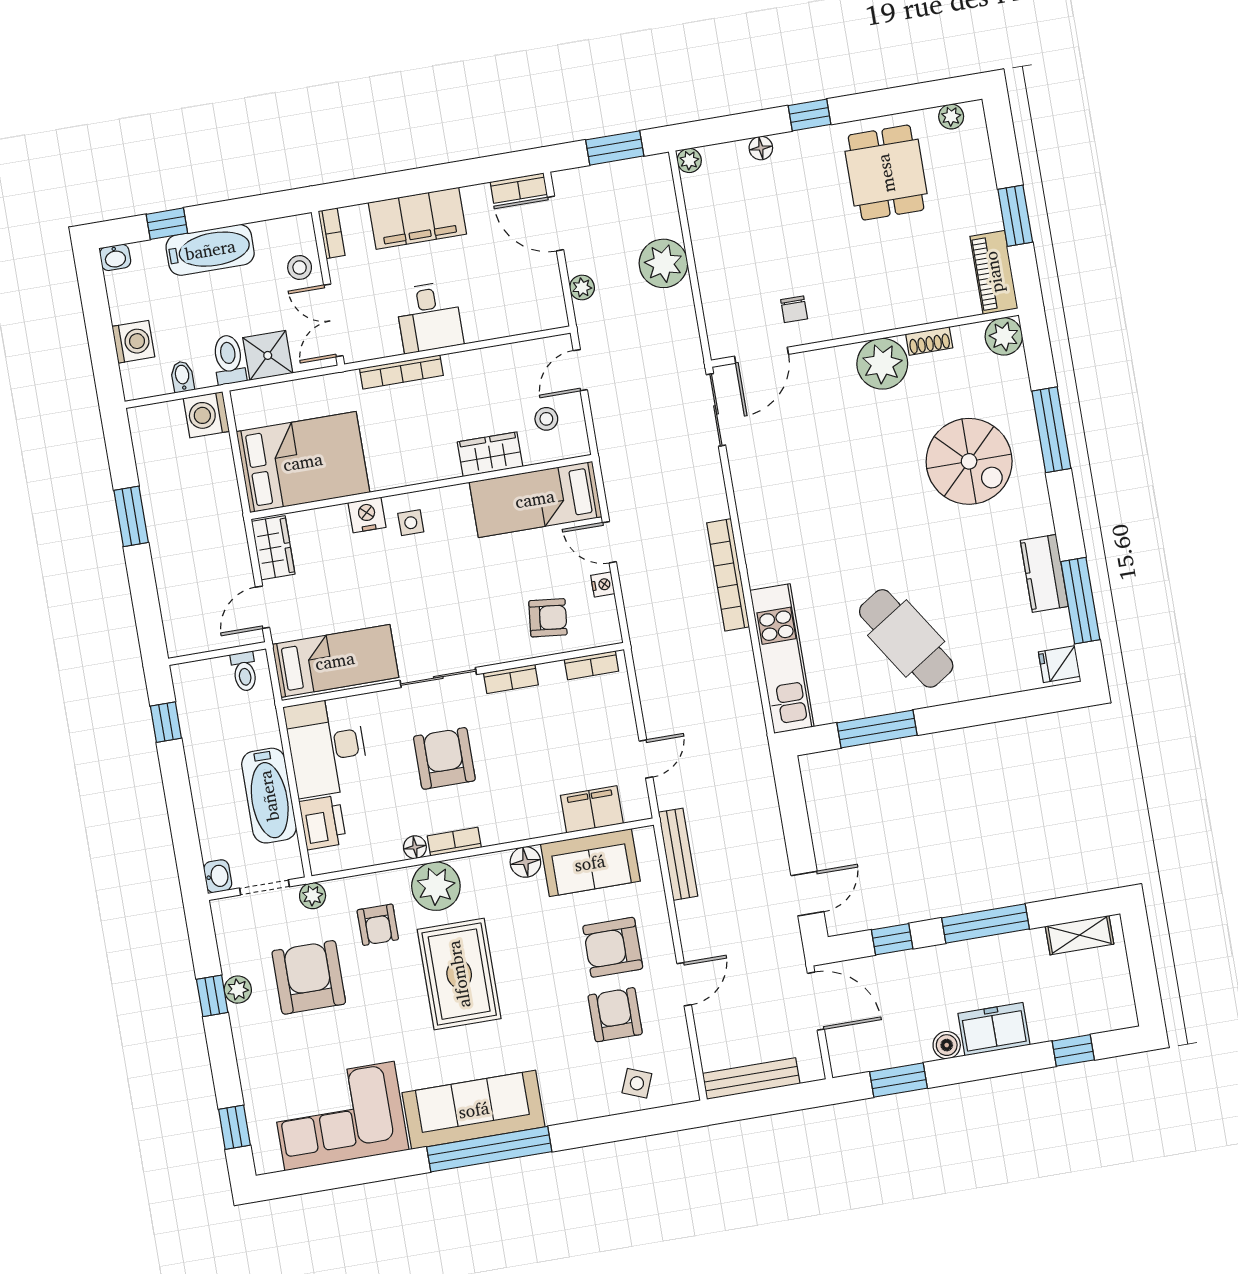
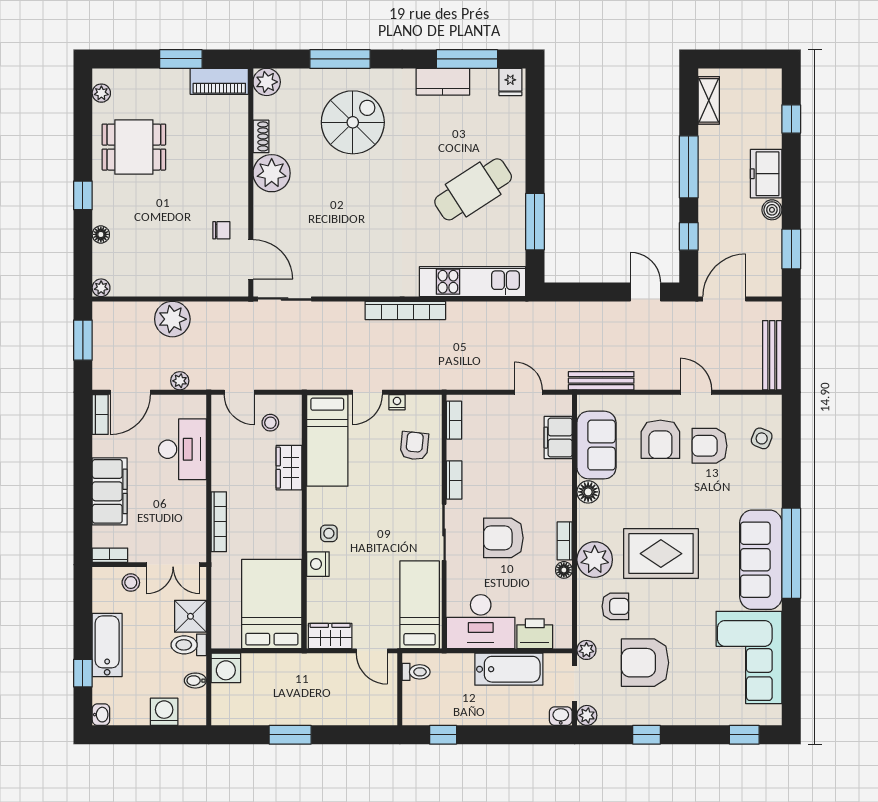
desk: (429, 317) -> (182, 449), moved, width x1.37
plant: (238, 990) -> (587, 715), moved

